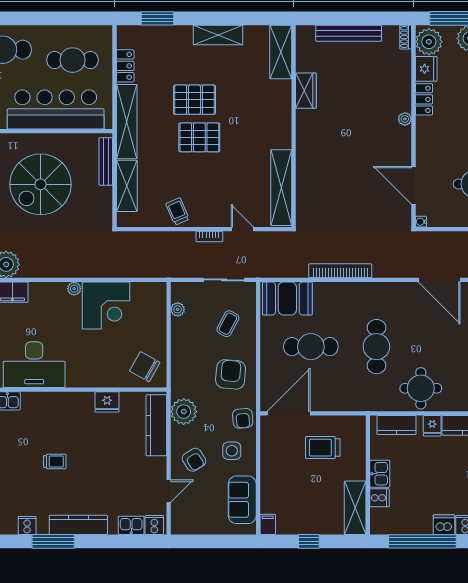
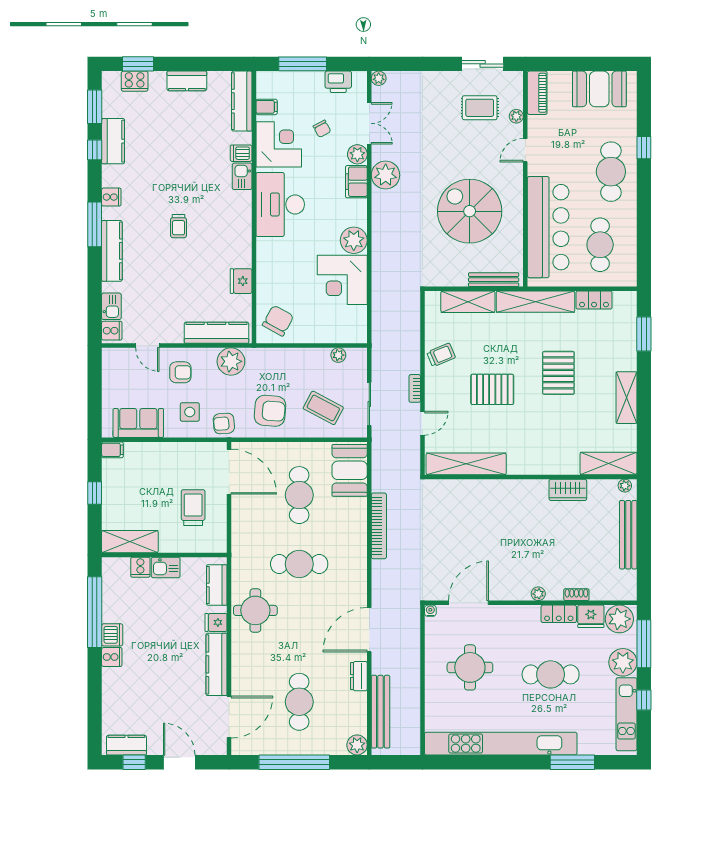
plant: (302, 36) -> (625, 486), added
shoe rack: (406, 37) -> (576, 595), moved
pallet: (199, 137) -> (492, 389), moved, turned 90
plant: (74, 289) -> (354, 240), width x1.87, depth x1.87
coffee table: (228, 324) -> (323, 408), width x1.36, depth x1.30
armchair: (194, 460) -> (180, 372), turned -148

